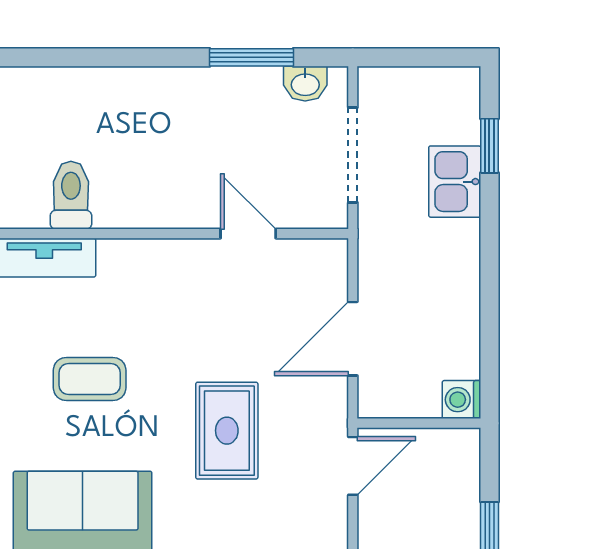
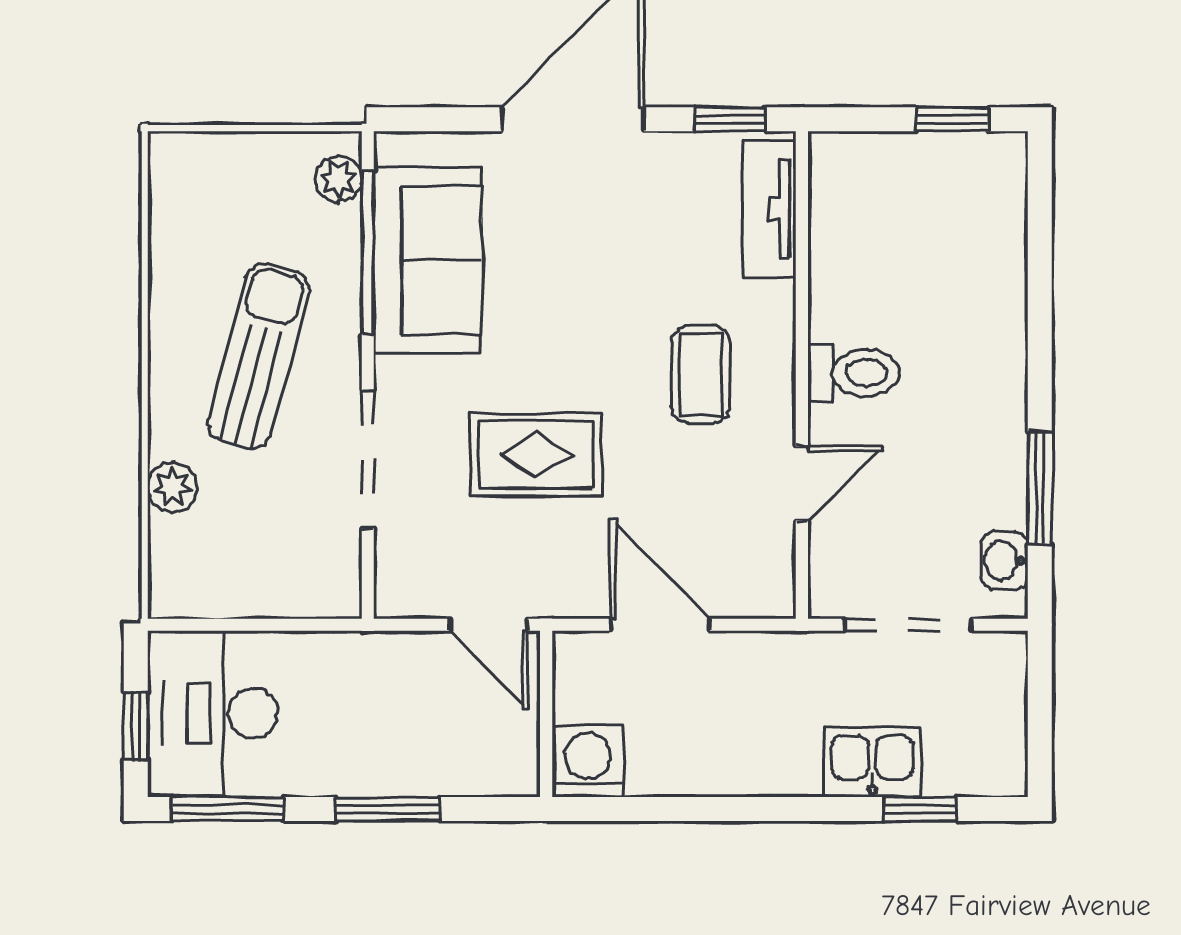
toilet: (71, 195) -> (854, 373), moved
coffee table: (90, 379) -> (701, 374), moved
washing machine: (461, 400) -> (588, 762), width x1.38, depth x1.38

